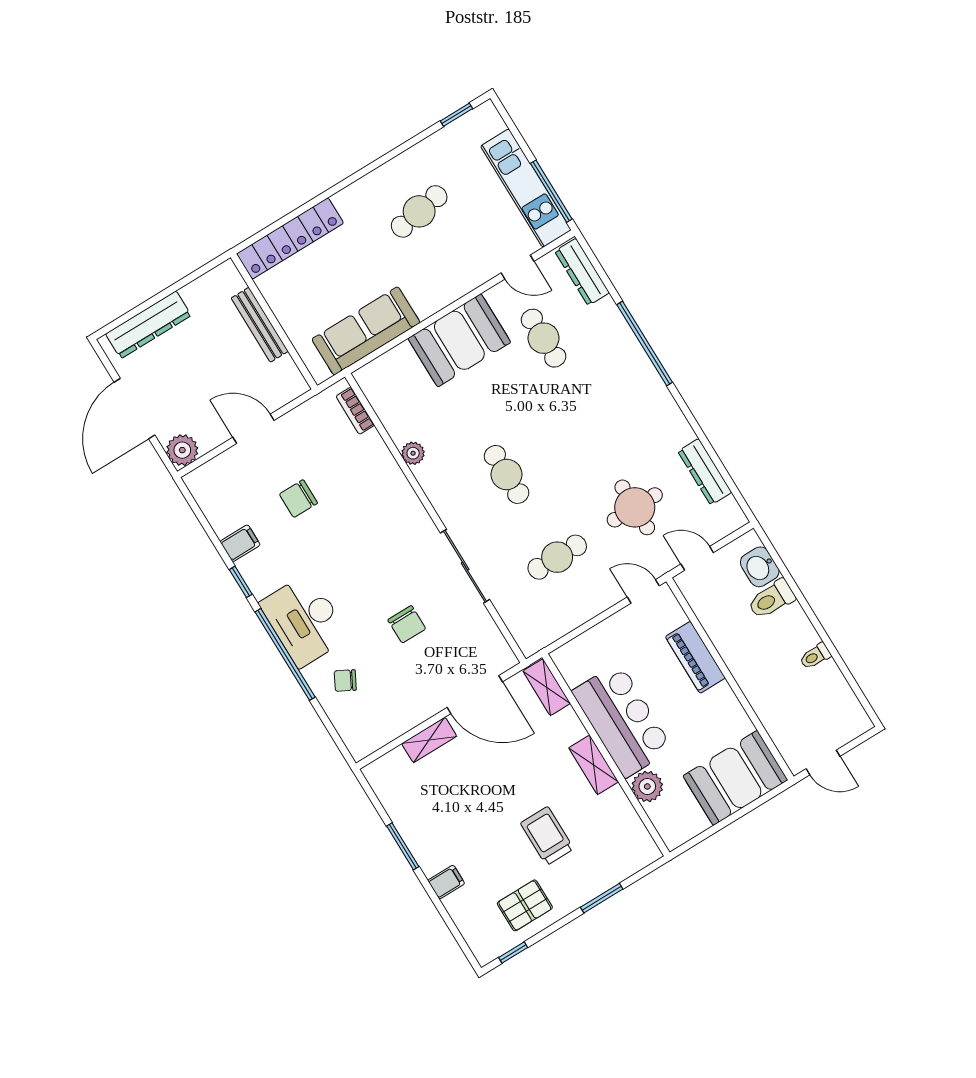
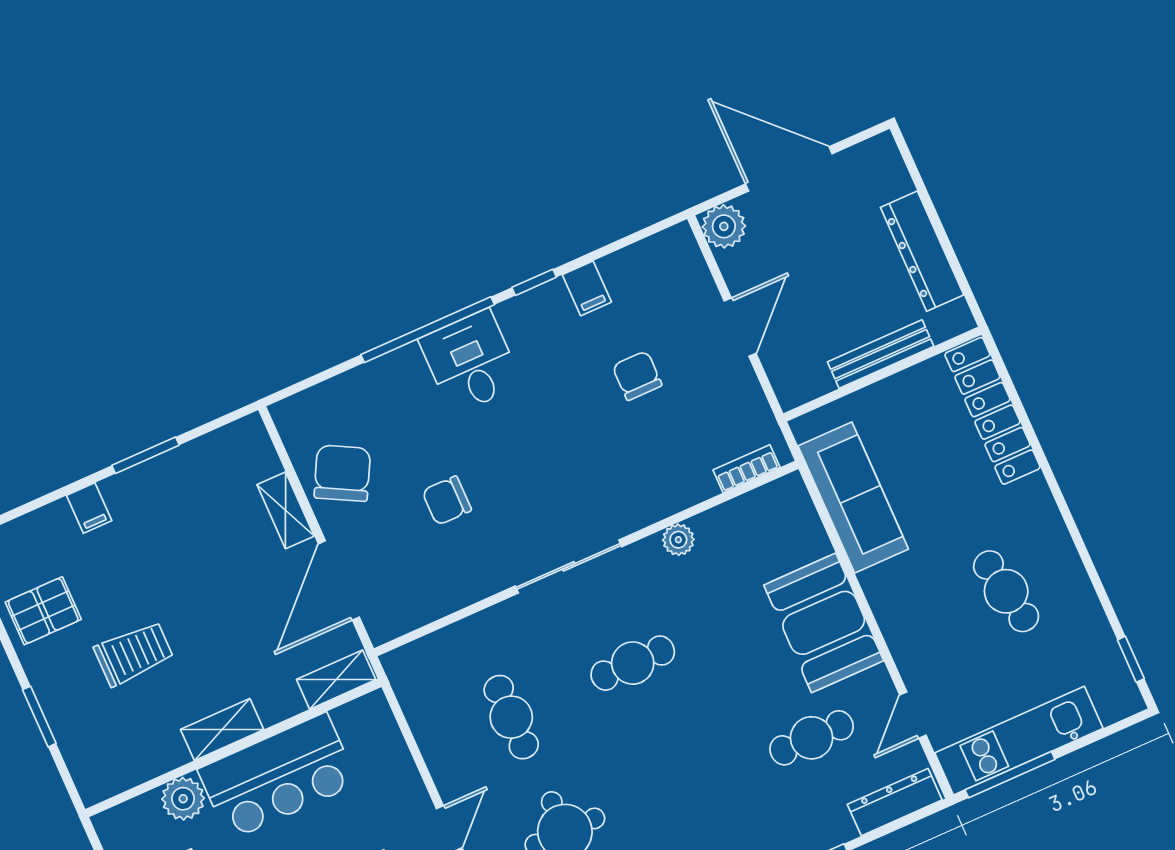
dresser: (148, 325) -> (922, 251), moved
sliding door: (465, 566) -> (569, 566), moved
desk: (304, 620) -> (471, 362), width x0.73
chair: (345, 681) -> (342, 473), moved, width x1.87, depth x1.87
pallet: (525, 905) -> (43, 611), turned 90

